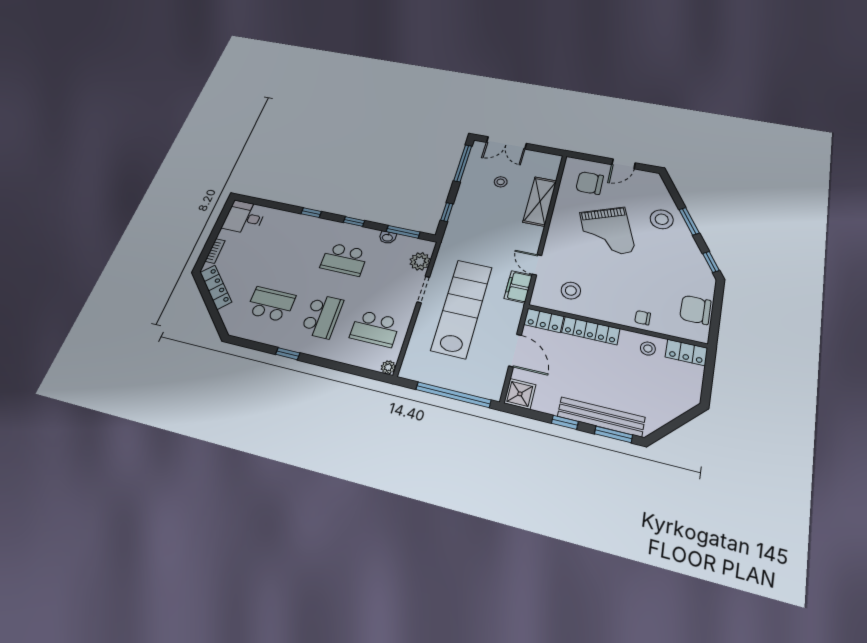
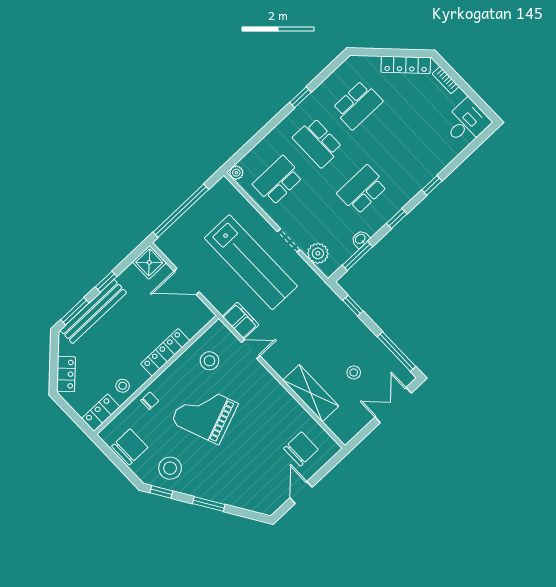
stool: (662, 219) -> (170, 468), moved
grand piano: (607, 232) -> (204, 413), moved
locker: (544, 320) -> (66, 374), moved, turned 135

